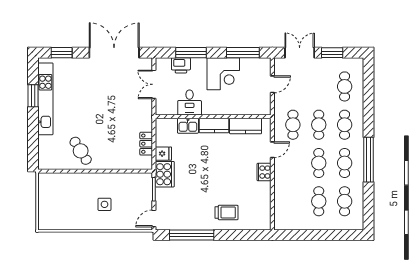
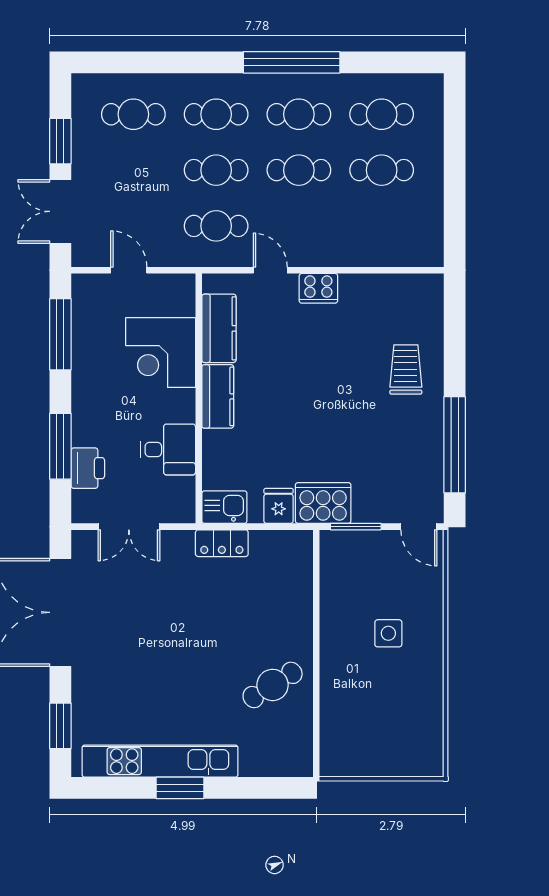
corner desk: (223, 74) -> (161, 353), moved, turned 180
window: (33, 96) -> (180, 788), moved
kitchen sink: (188, 126) -> (224, 507), moved, turned -90
locker: (146, 144) -> (222, 543), moved

